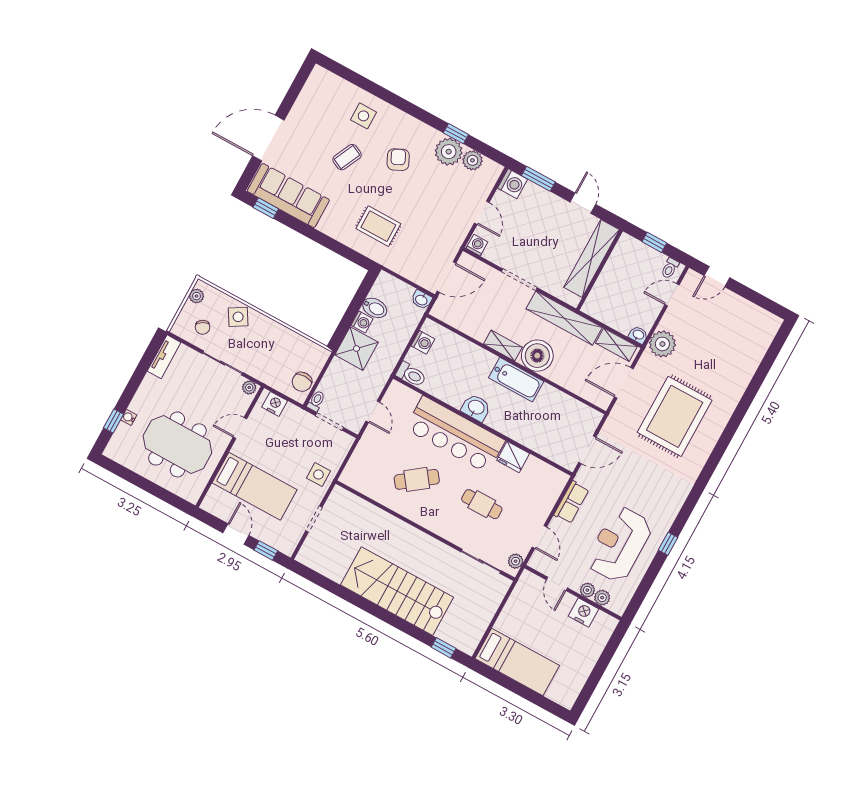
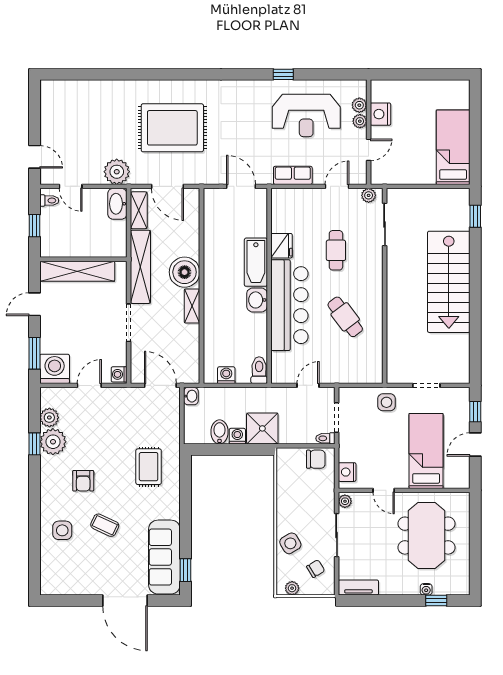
armchair: (398, 160) -> (83, 481), turned -64
washing machine: (512, 184) -> (55, 369), width x1.37, depth x1.37
washbasin: (638, 335) -> (117, 204), width x1.91, depth x1.45
bathtub: (516, 380) -> (256, 262), moved, turned 180

